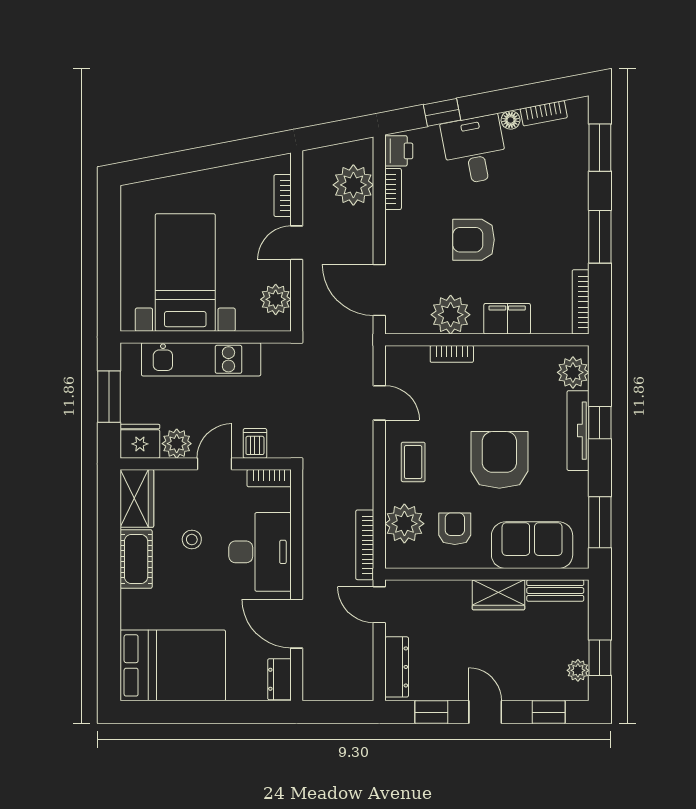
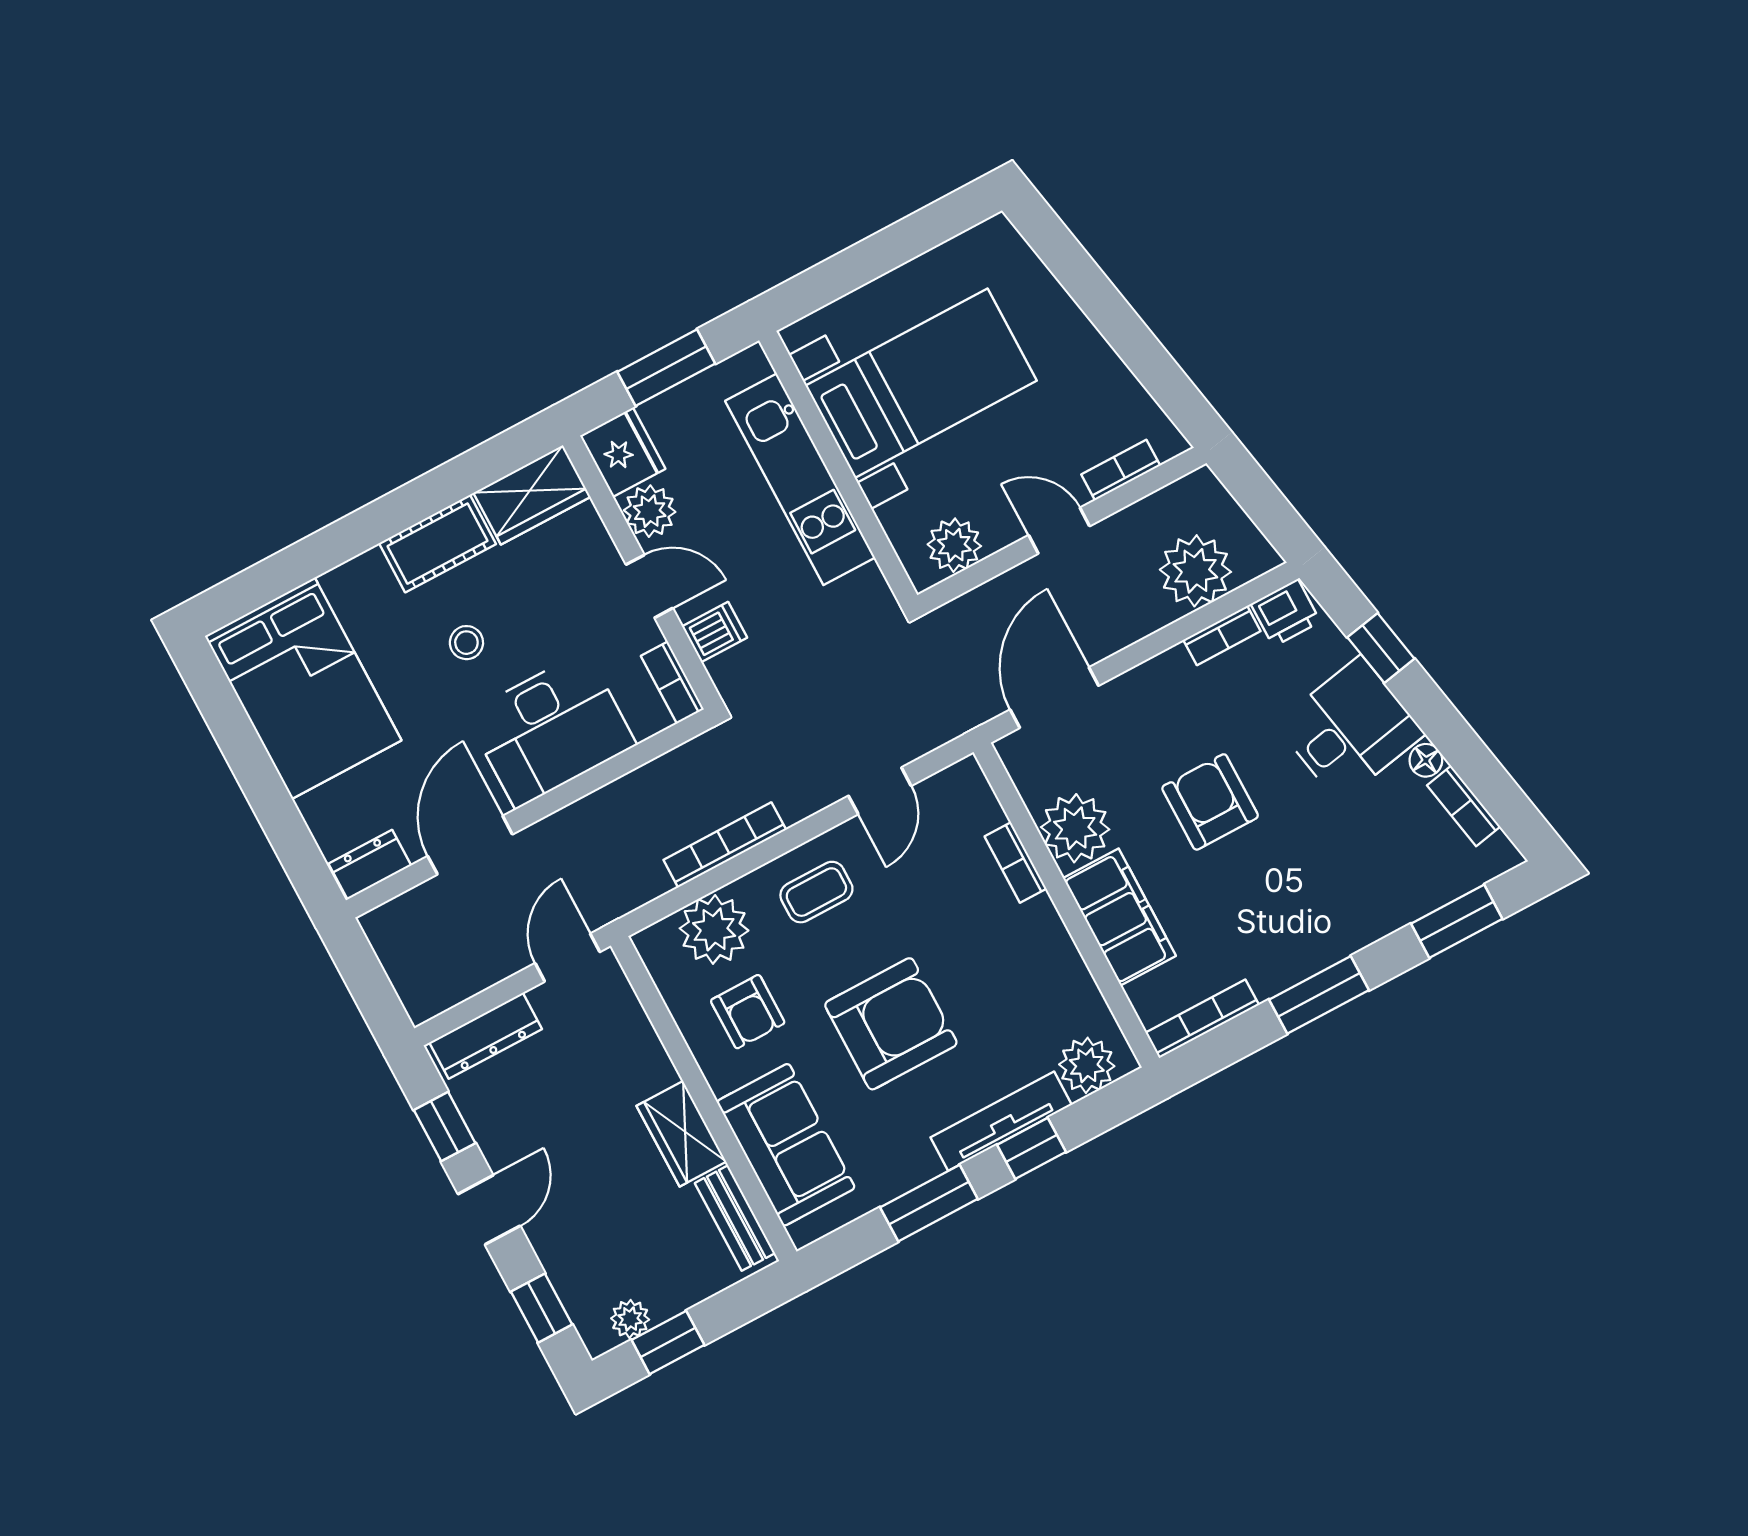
filing cabinet: (507, 319) -> (1119, 917), width x1.50, depth x1.17
window: (600, 522) -> (929, 1203), moved
armchair: (455, 529) -> (748, 1012), turned 90
stool: (192, 540) -> (466, 643), moved
bookcase: (365, 545) -> (725, 845), moved

